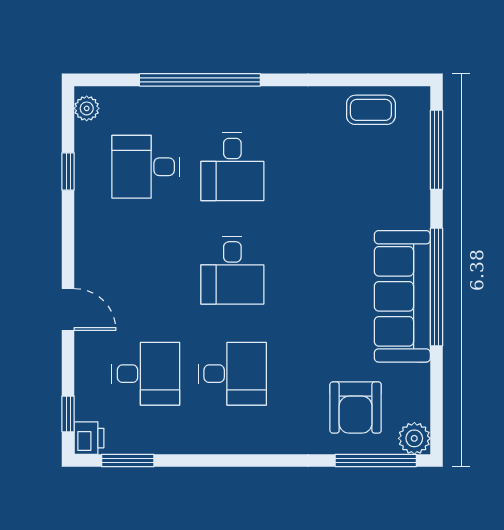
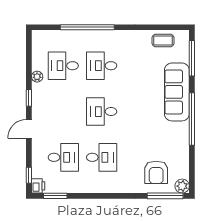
plant: (87, 108) -> (37, 77), moved
desk: (232, 167) -> (102, 66), turned 90
window: (68, 172) -> (29, 98), moved
desk: (232, 270) -> (102, 112), turned 90
sofa: (402, 296) -> (177, 92), moved
door: (68, 309) -> (29, 129), swing flipped

